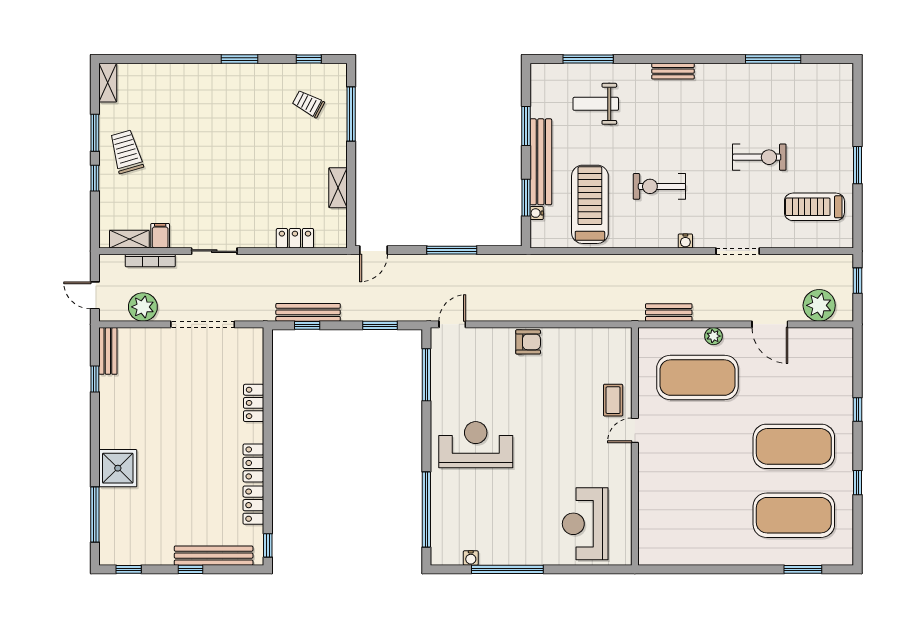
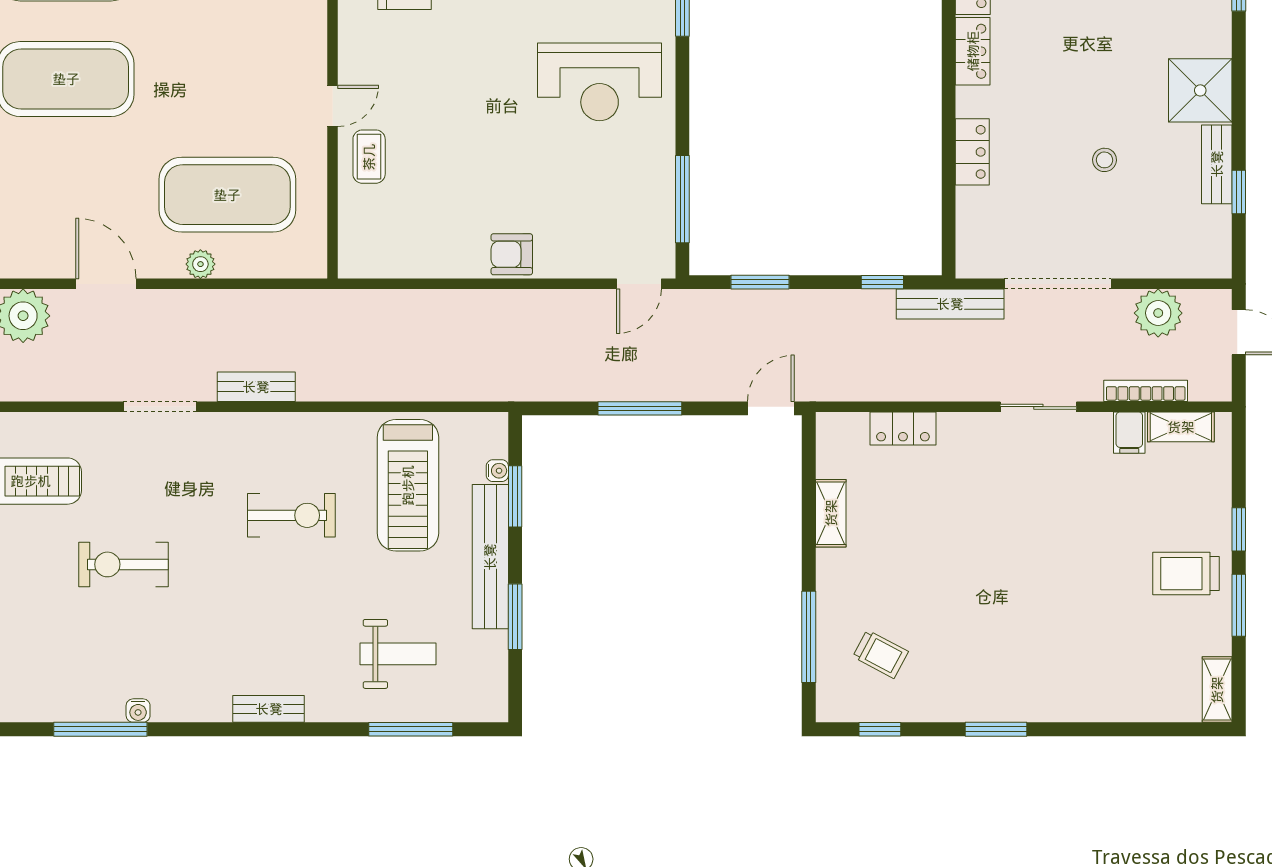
trolley: (126, 152) -> (1186, 574), turned 106
water cooler: (685, 241) -> (138, 711), moved, turned 180
bench: (308, 312) -> (950, 304), moved
bench: (669, 312) -> (256, 387), moved
bench: (108, 351) -> (1217, 164), moved
stool: (175, 398) -> (1105, 160), added
shower: (118, 468) -> (1200, 90), moved

